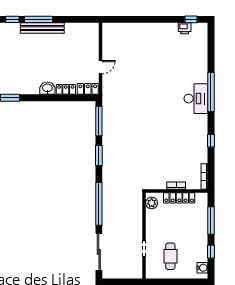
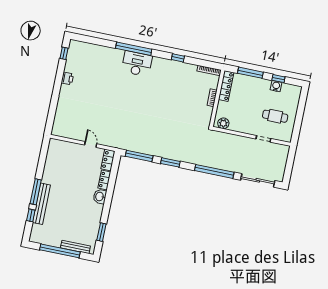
bench: (42, 28) -> (41, 204), moved
printer: (185, 28) -> (67, 78), moved
locker: (179, 198) -> (226, 86), moved
water cooler: (202, 268) -> (276, 86), moved

